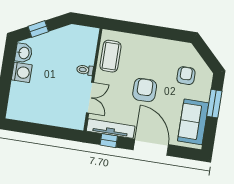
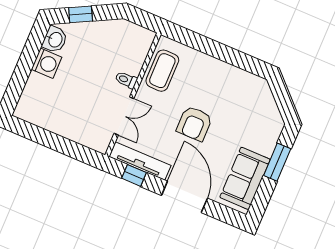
armchair: (186, 76) -> (251, 118), removed
armchair: (145, 90) -> (194, 123), turned 180

